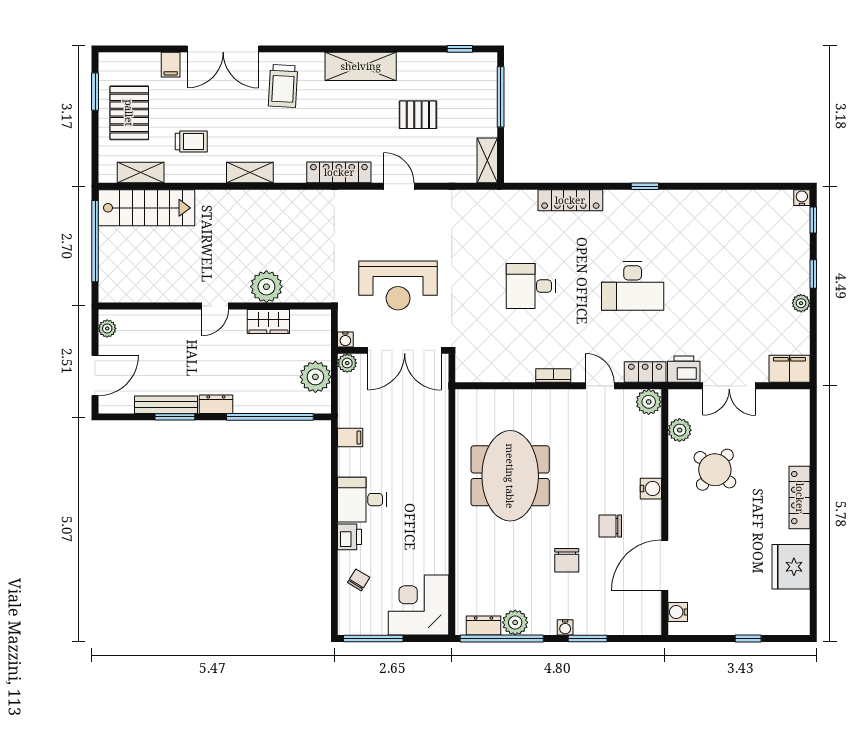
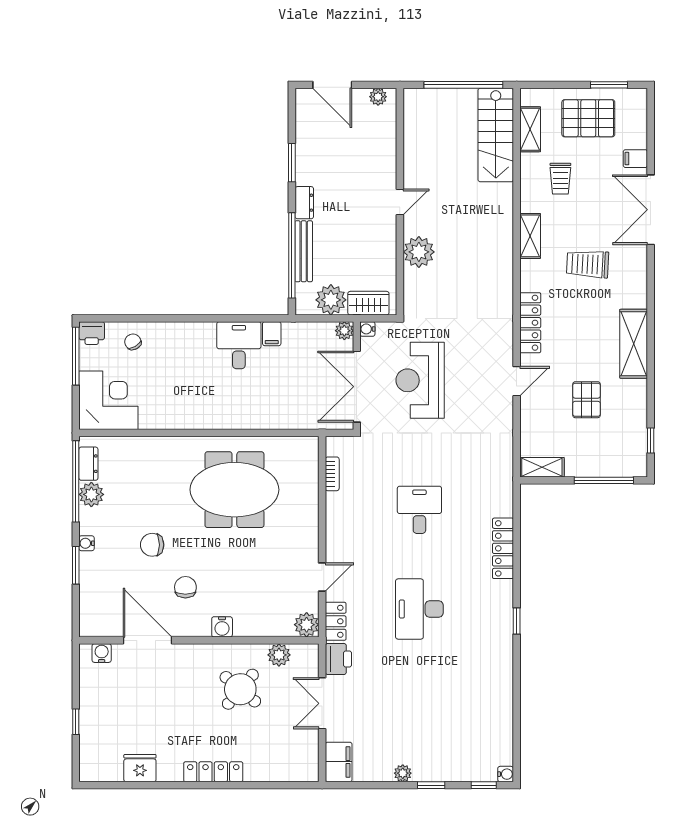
trolley: (283, 86) -> (588, 264), moved
door: (215, 306) -> (400, 202), swing flipped
wardrobe: (268, 322) -> (368, 303), moved, turned 90
bookcase: (553, 376) -> (332, 474), moved
bench: (166, 405) -> (304, 251), moved
desk: (362, 500) -> (239, 345), moved
printer: (350, 537) -> (92, 333), moved
fridge: (791, 567) -> (140, 768), width x0.73, depth x0.75
chair: (359, 580) -> (133, 342), turned -151

